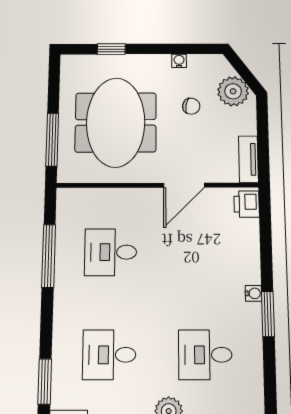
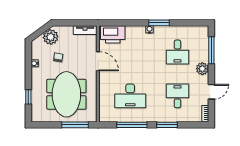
meeting table: (116, 122) -> (66, 94), turned 90
printer: (247, 204) -> (113, 34), width x1.87, depth x1.48
desk: (111, 252) -> (130, 96), width x1.37
desk: (109, 355) -> (177, 96), turned 180
window: (45, 381) -> (167, 125), moved

